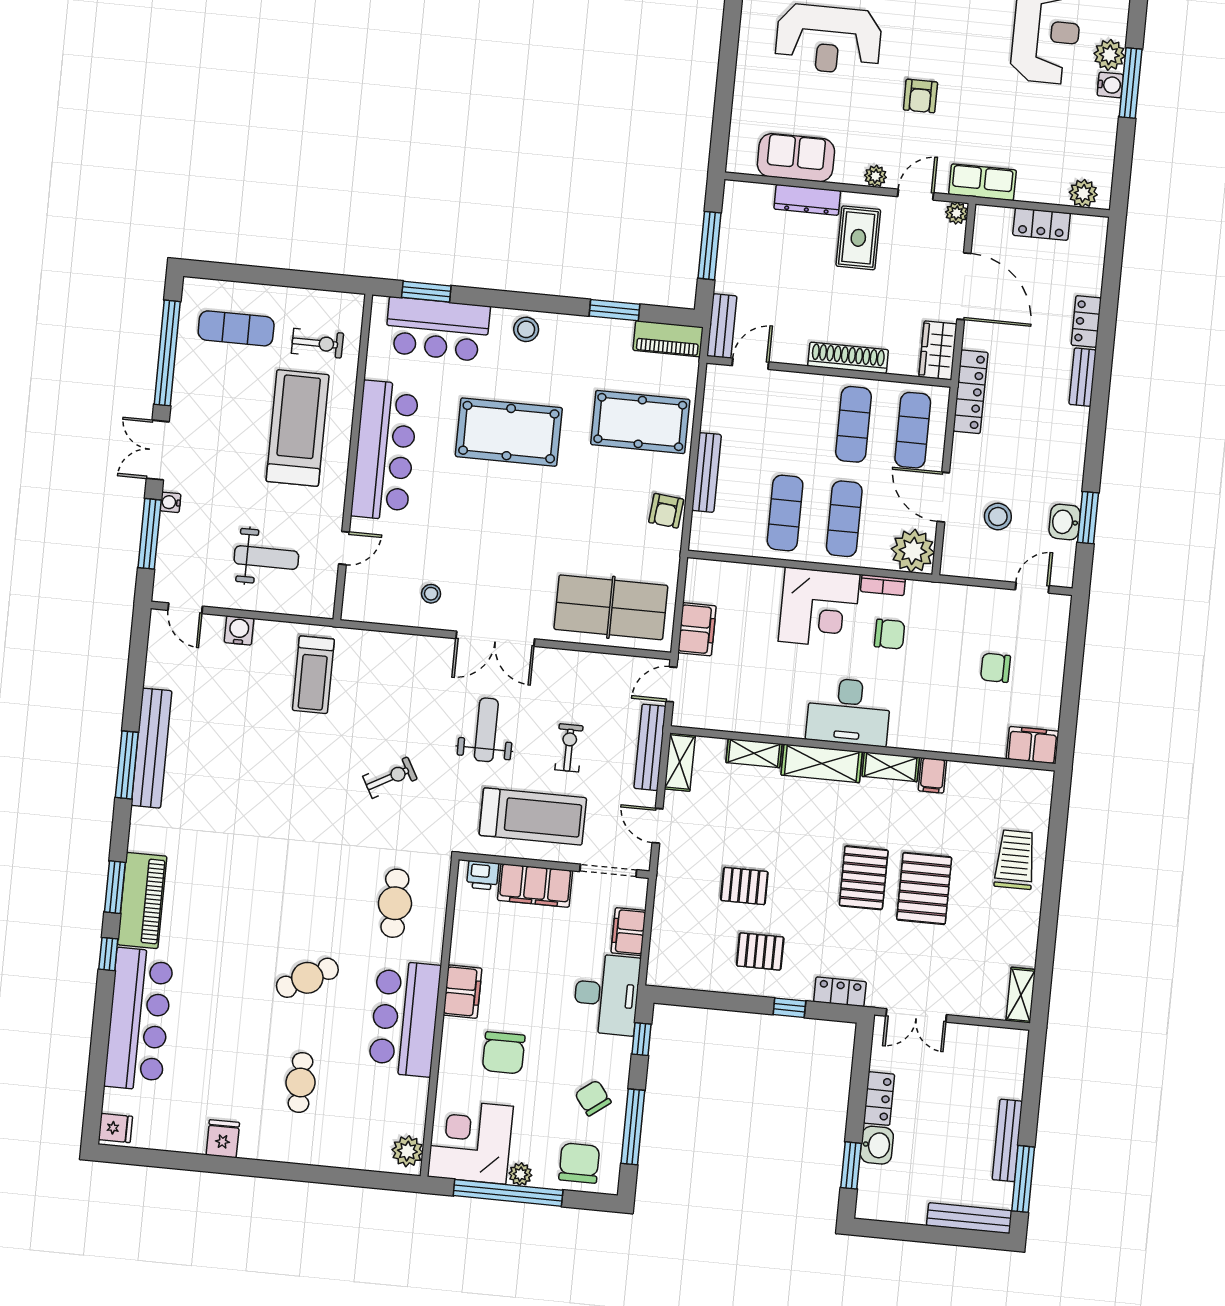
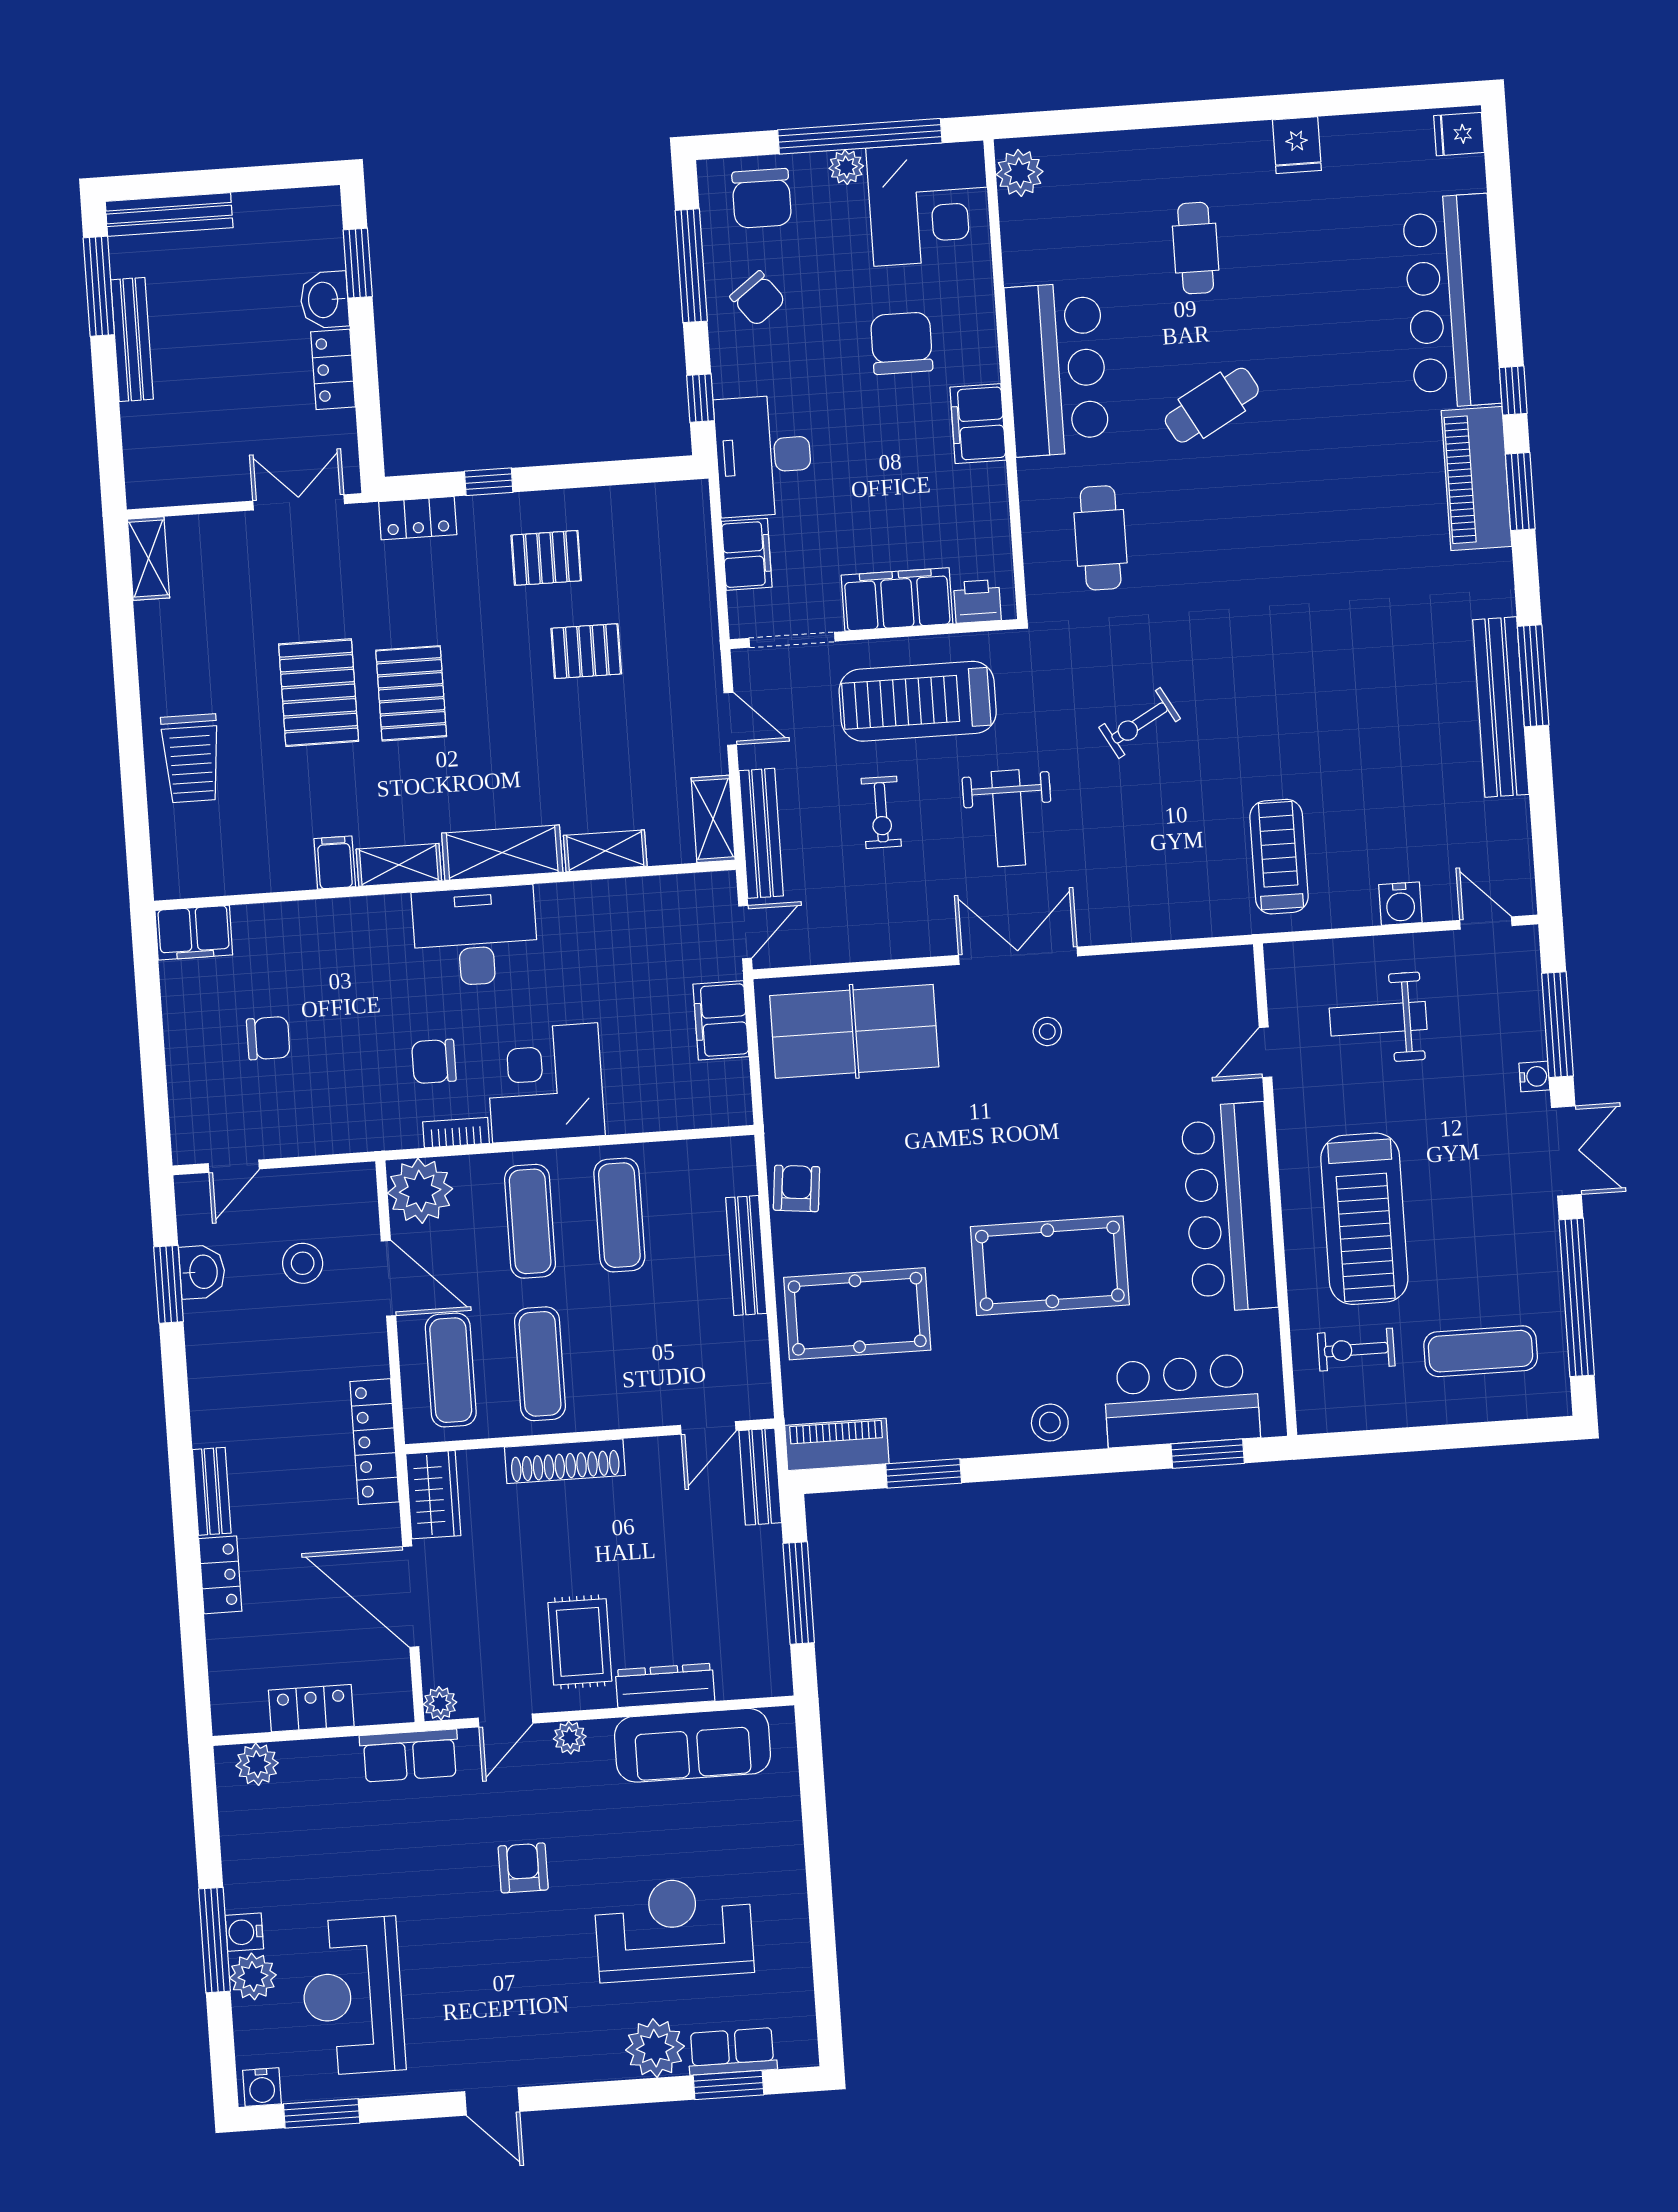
sofa: (796, 158) -> (692, 1745), width x1.36
stool: (431, 594) -> (1047, 1031), moved

